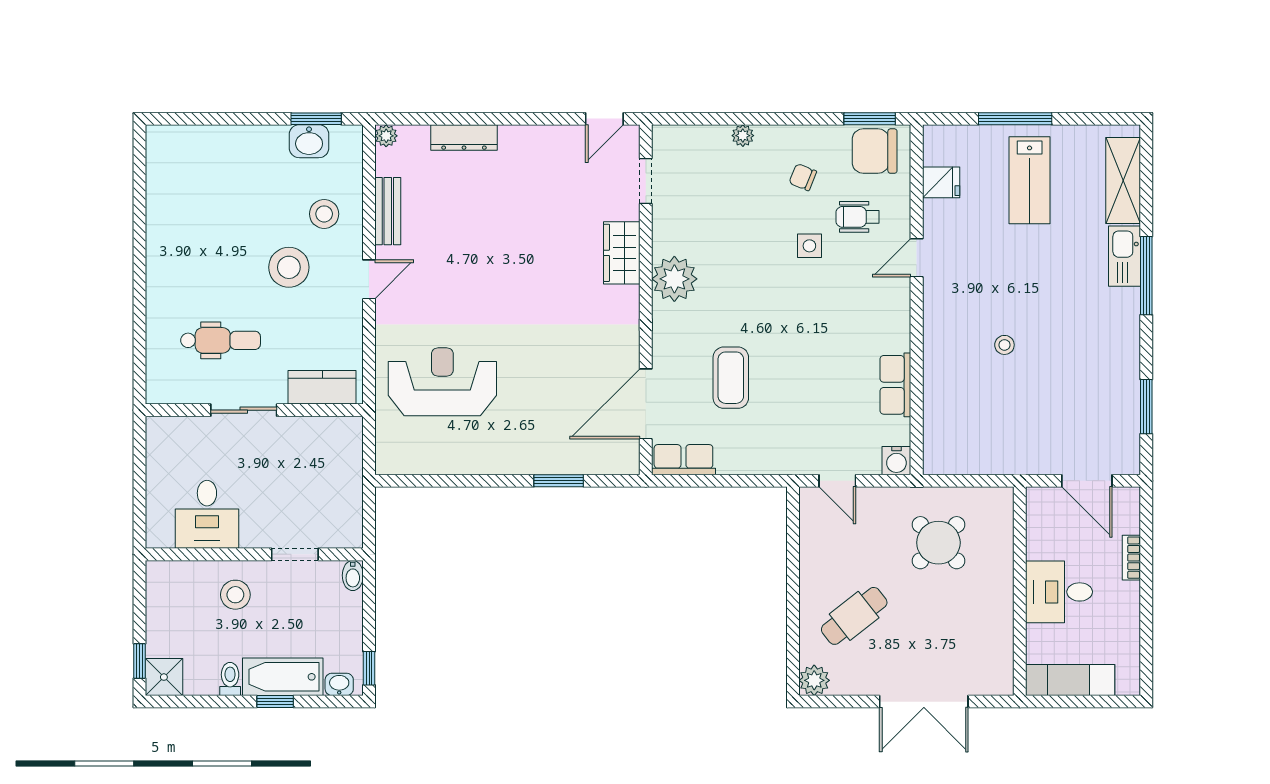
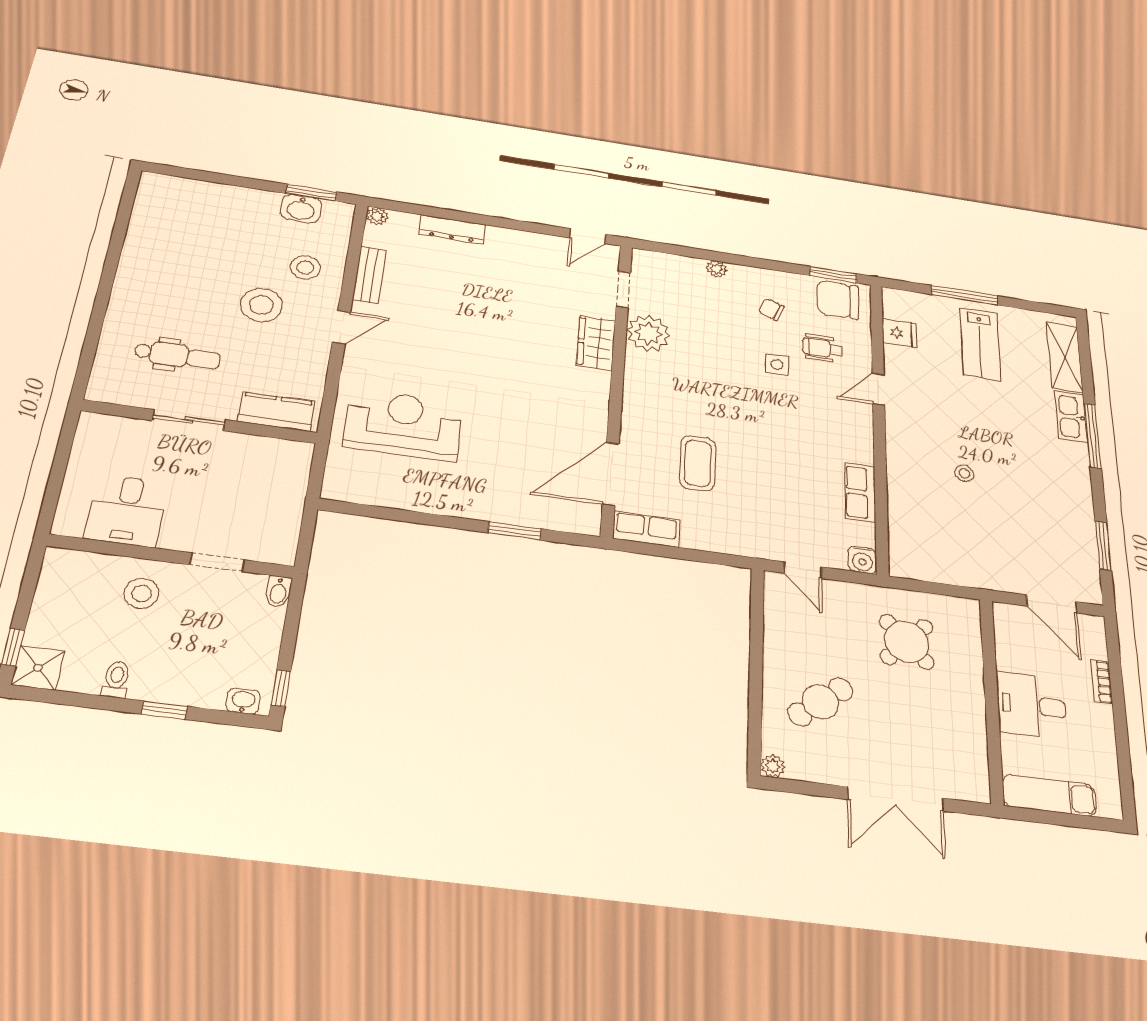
plant: (674, 279) -> (648, 333), moved
bathtub: (283, 677) -> (179, 685), removed
plant: (814, 680) -> (773, 766), width x0.73, depth x0.73

